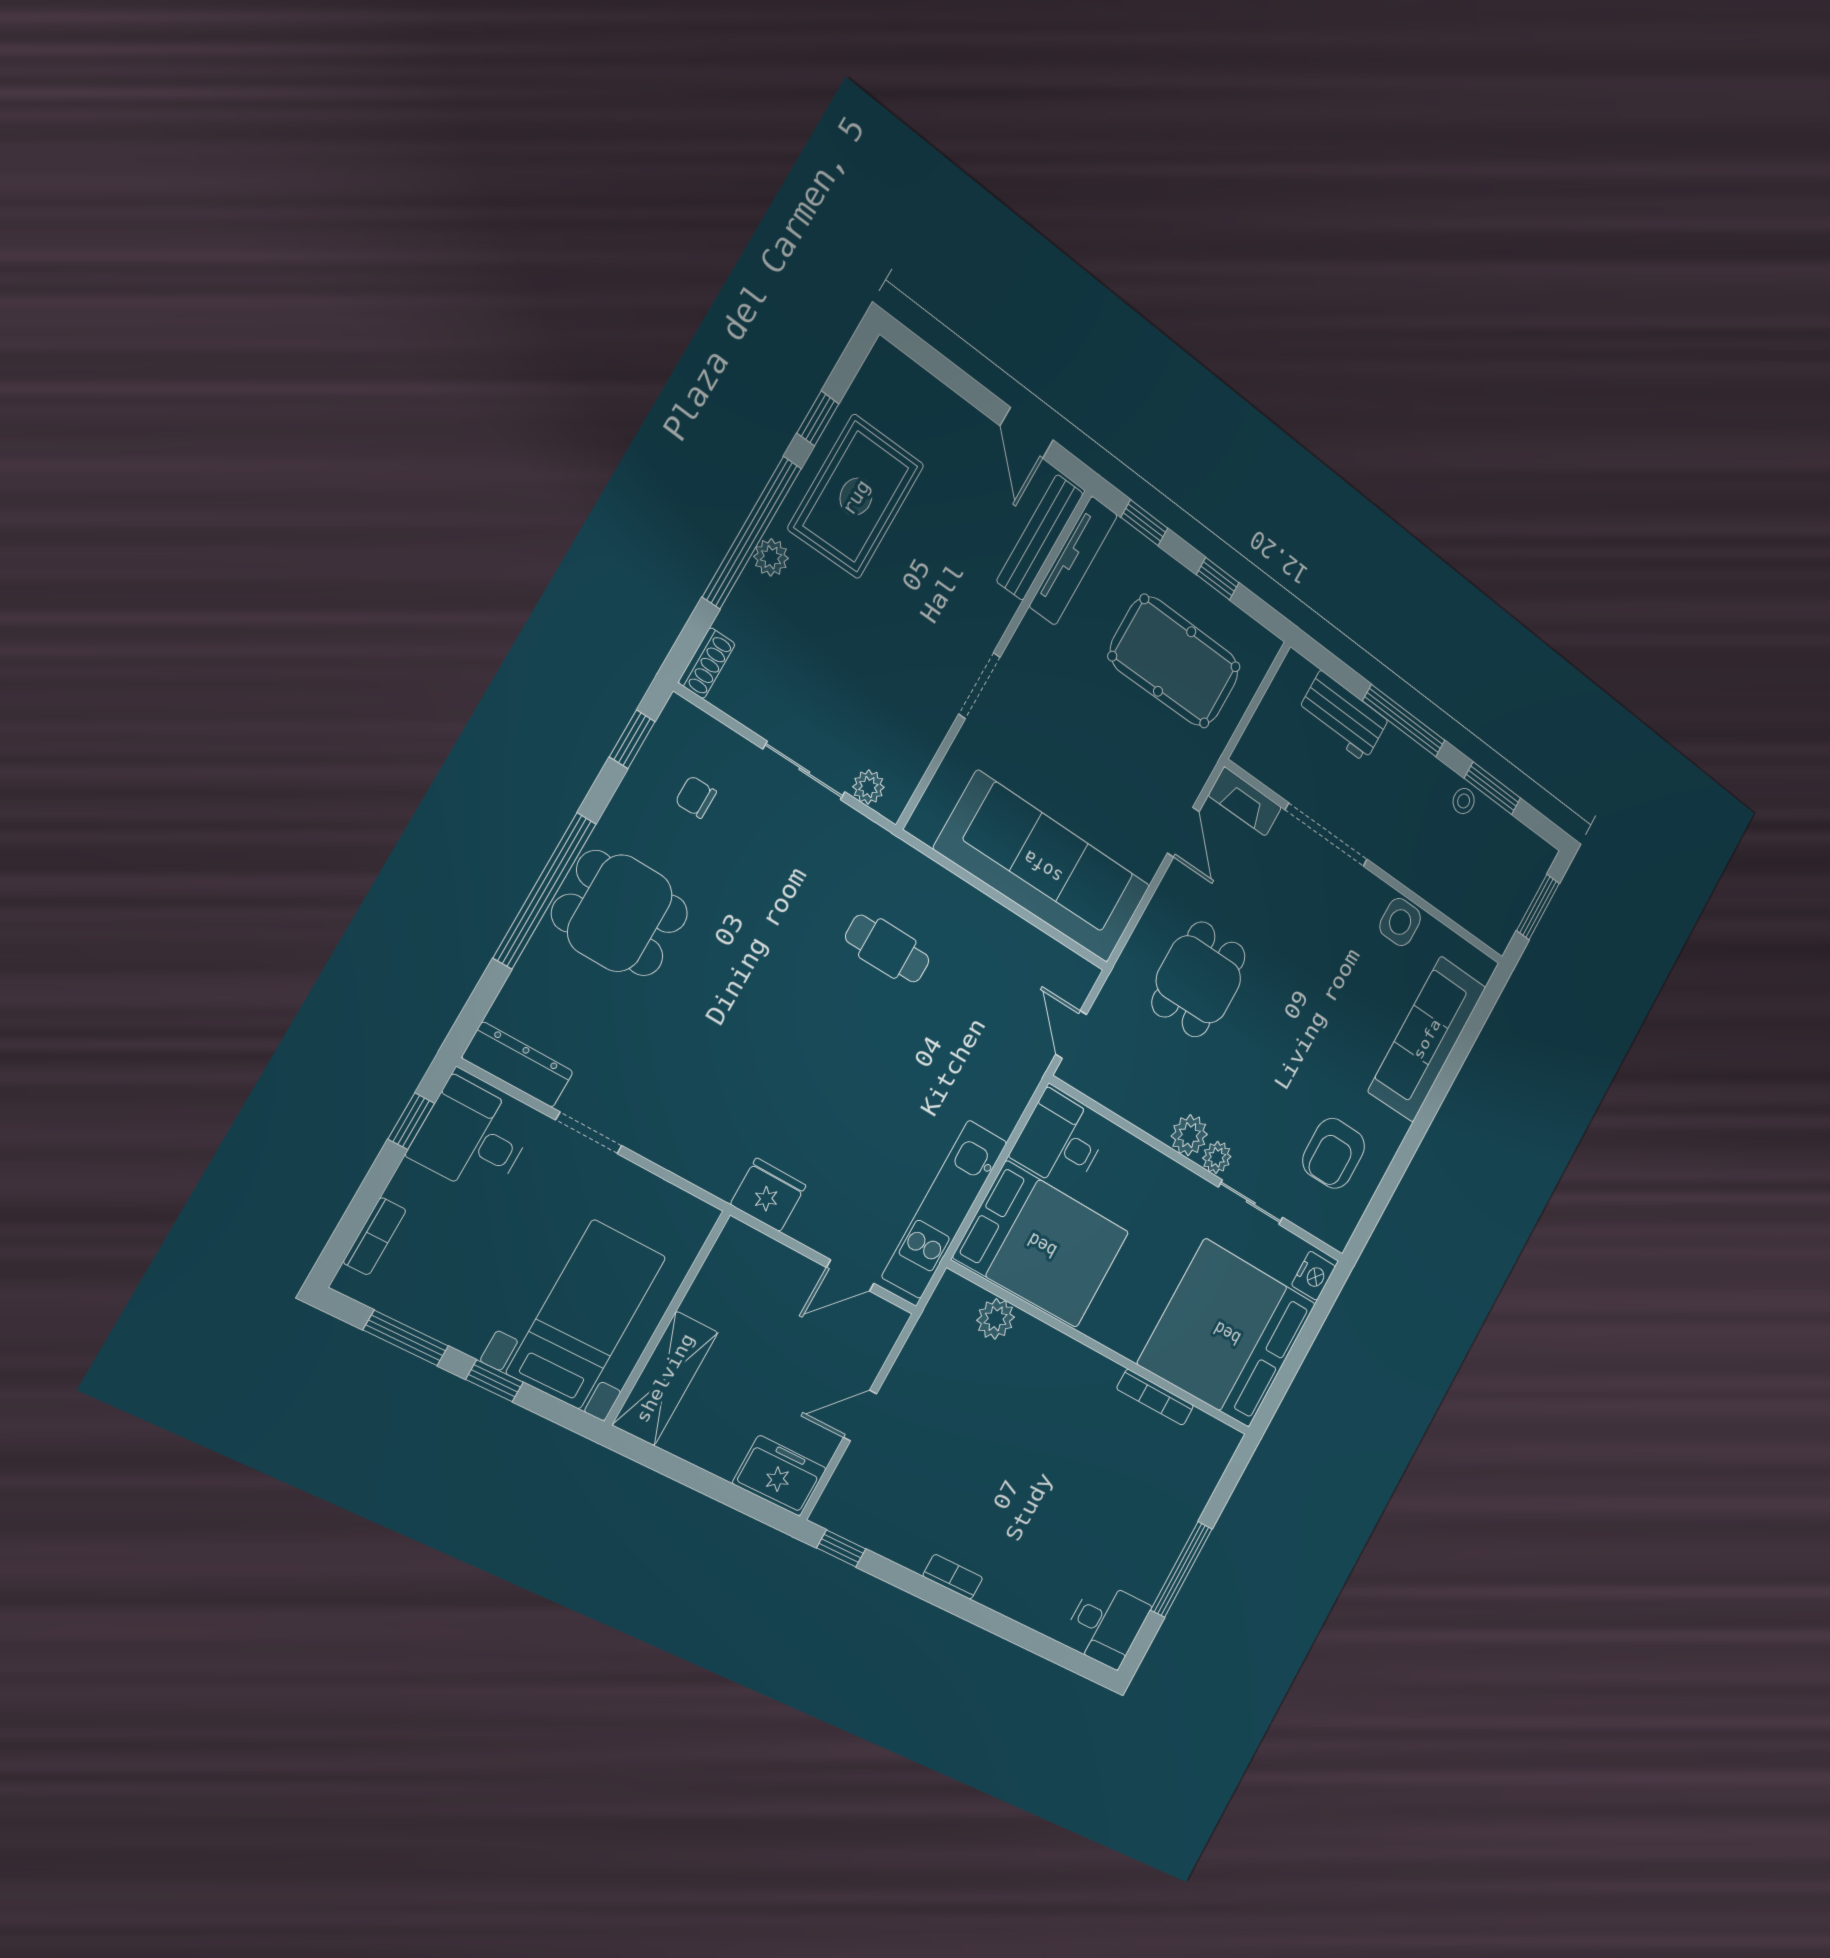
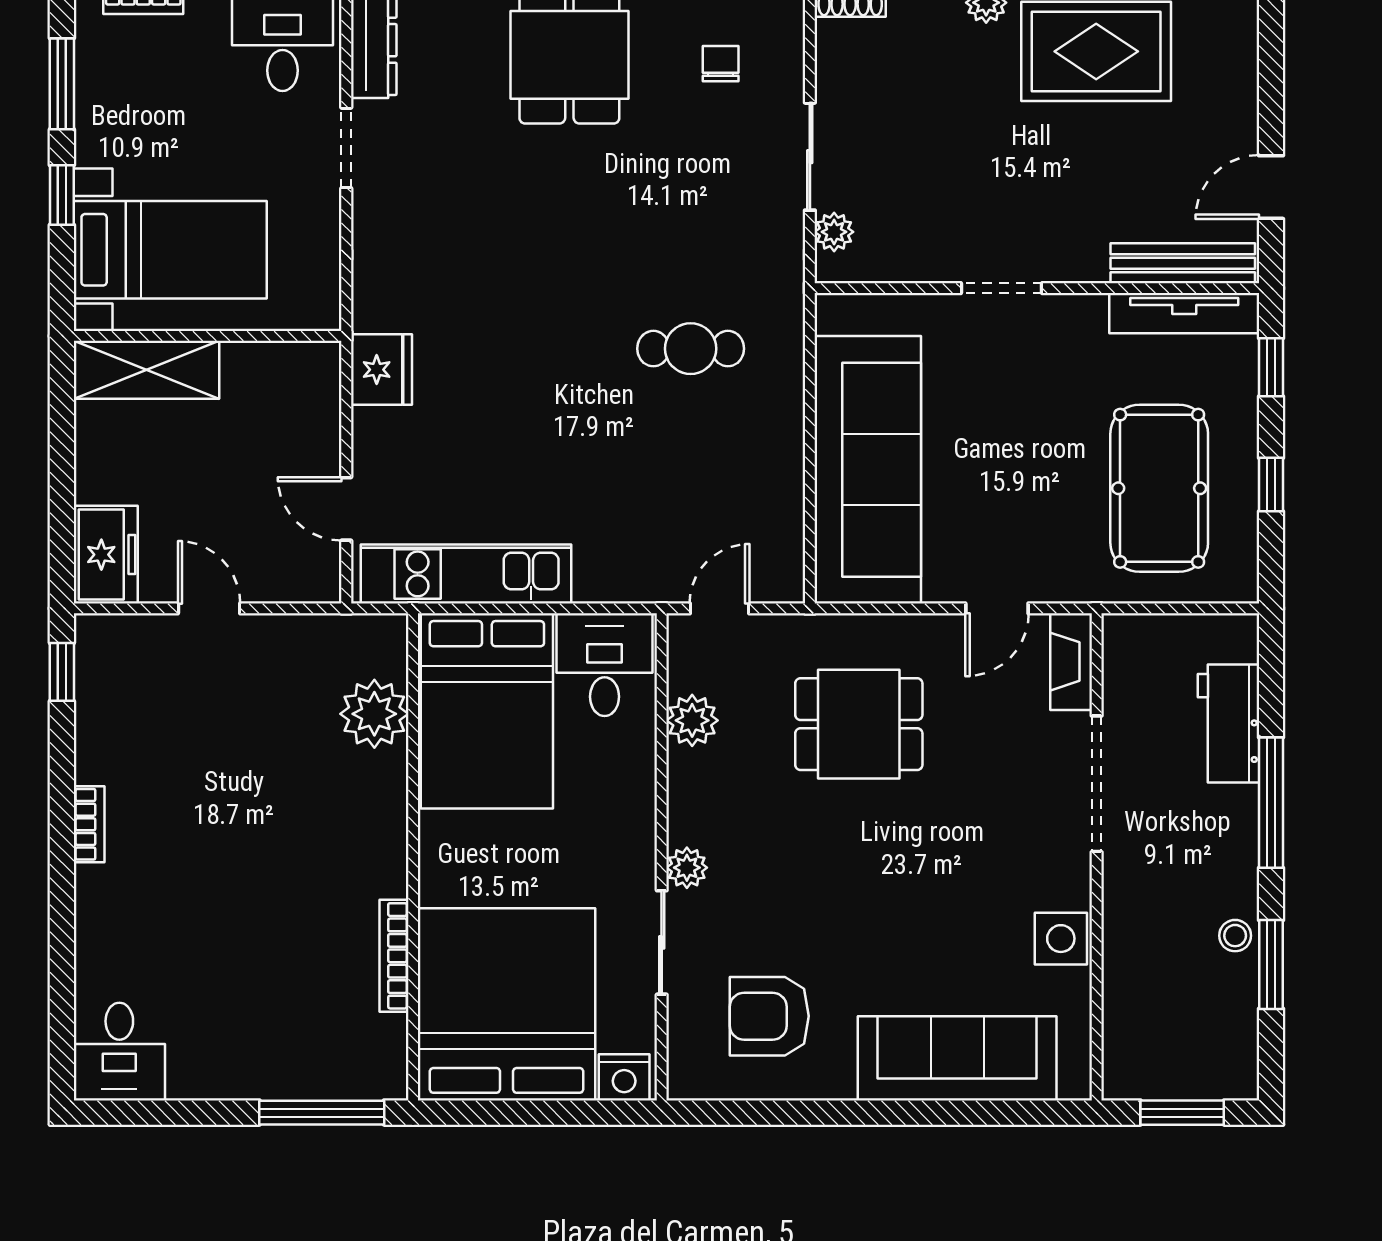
cafe table: (887, 949) -> (691, 349), turned 90
plant: (1189, 1135) -> (692, 720), moved
plant: (996, 1319) -> (374, 714), width x1.36, depth x1.36
window: (1181, 1569) -> (322, 1113), moved

